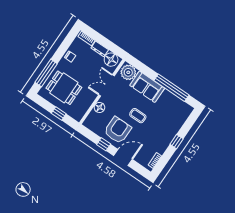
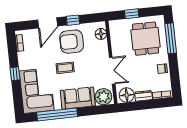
dining table: (64, 88) -> (145, 39), turned 90
floor lamp: (99, 108) -> (101, 34), moved
corner sofa: (171, 117) -> (37, 91), added
armchair: (118, 130) -> (72, 42), turned 90

